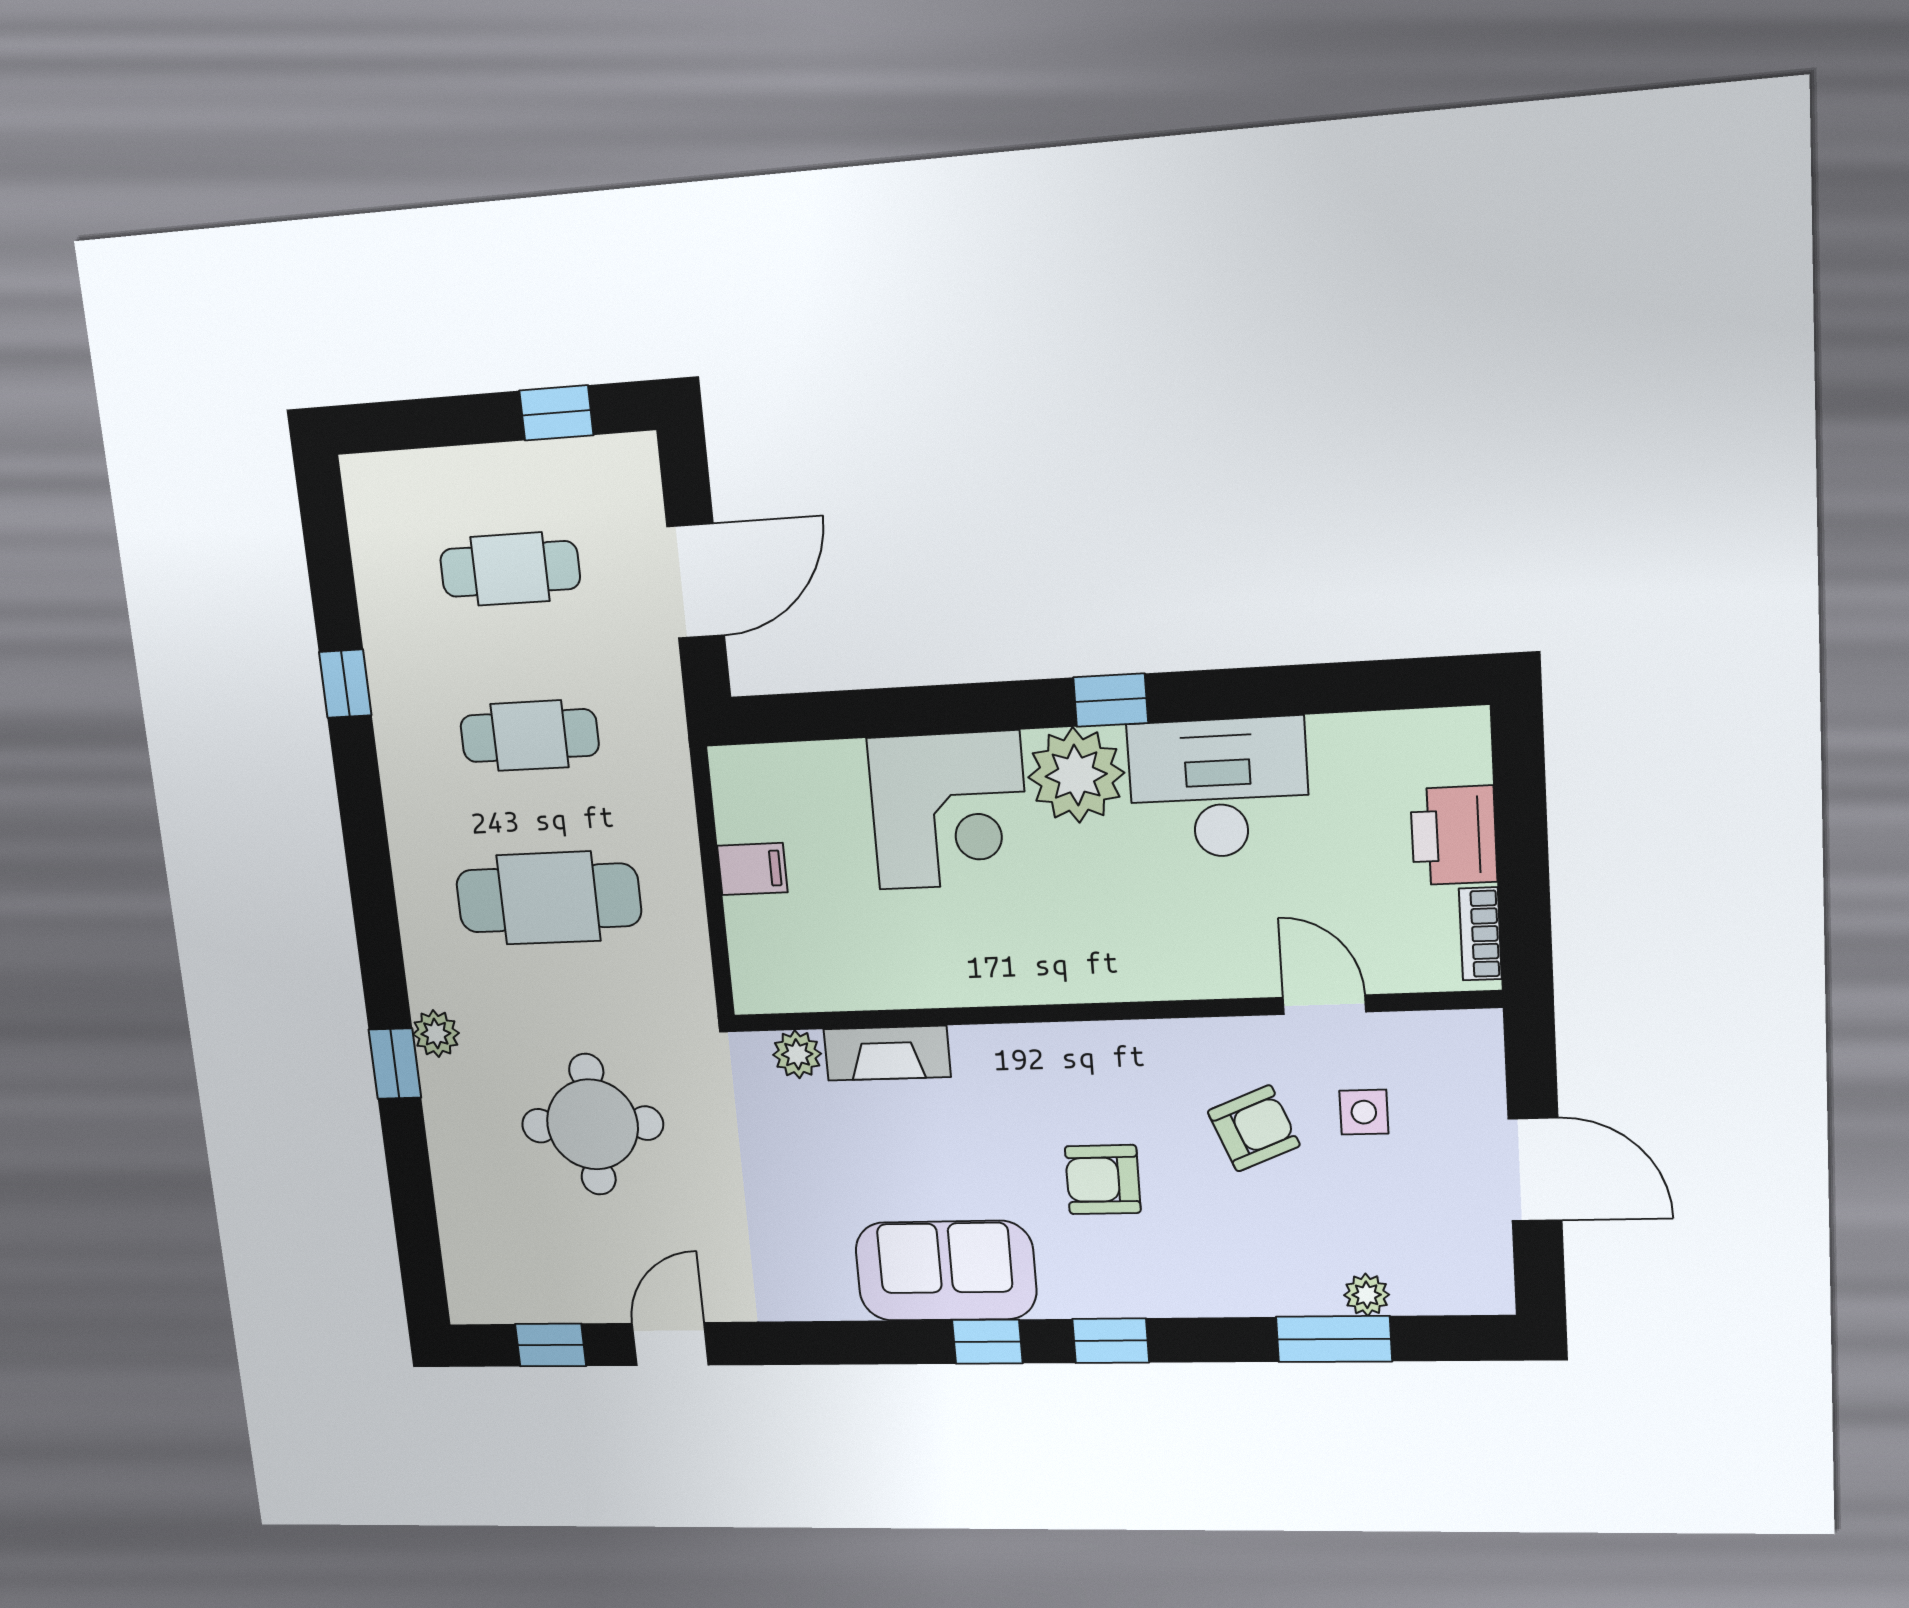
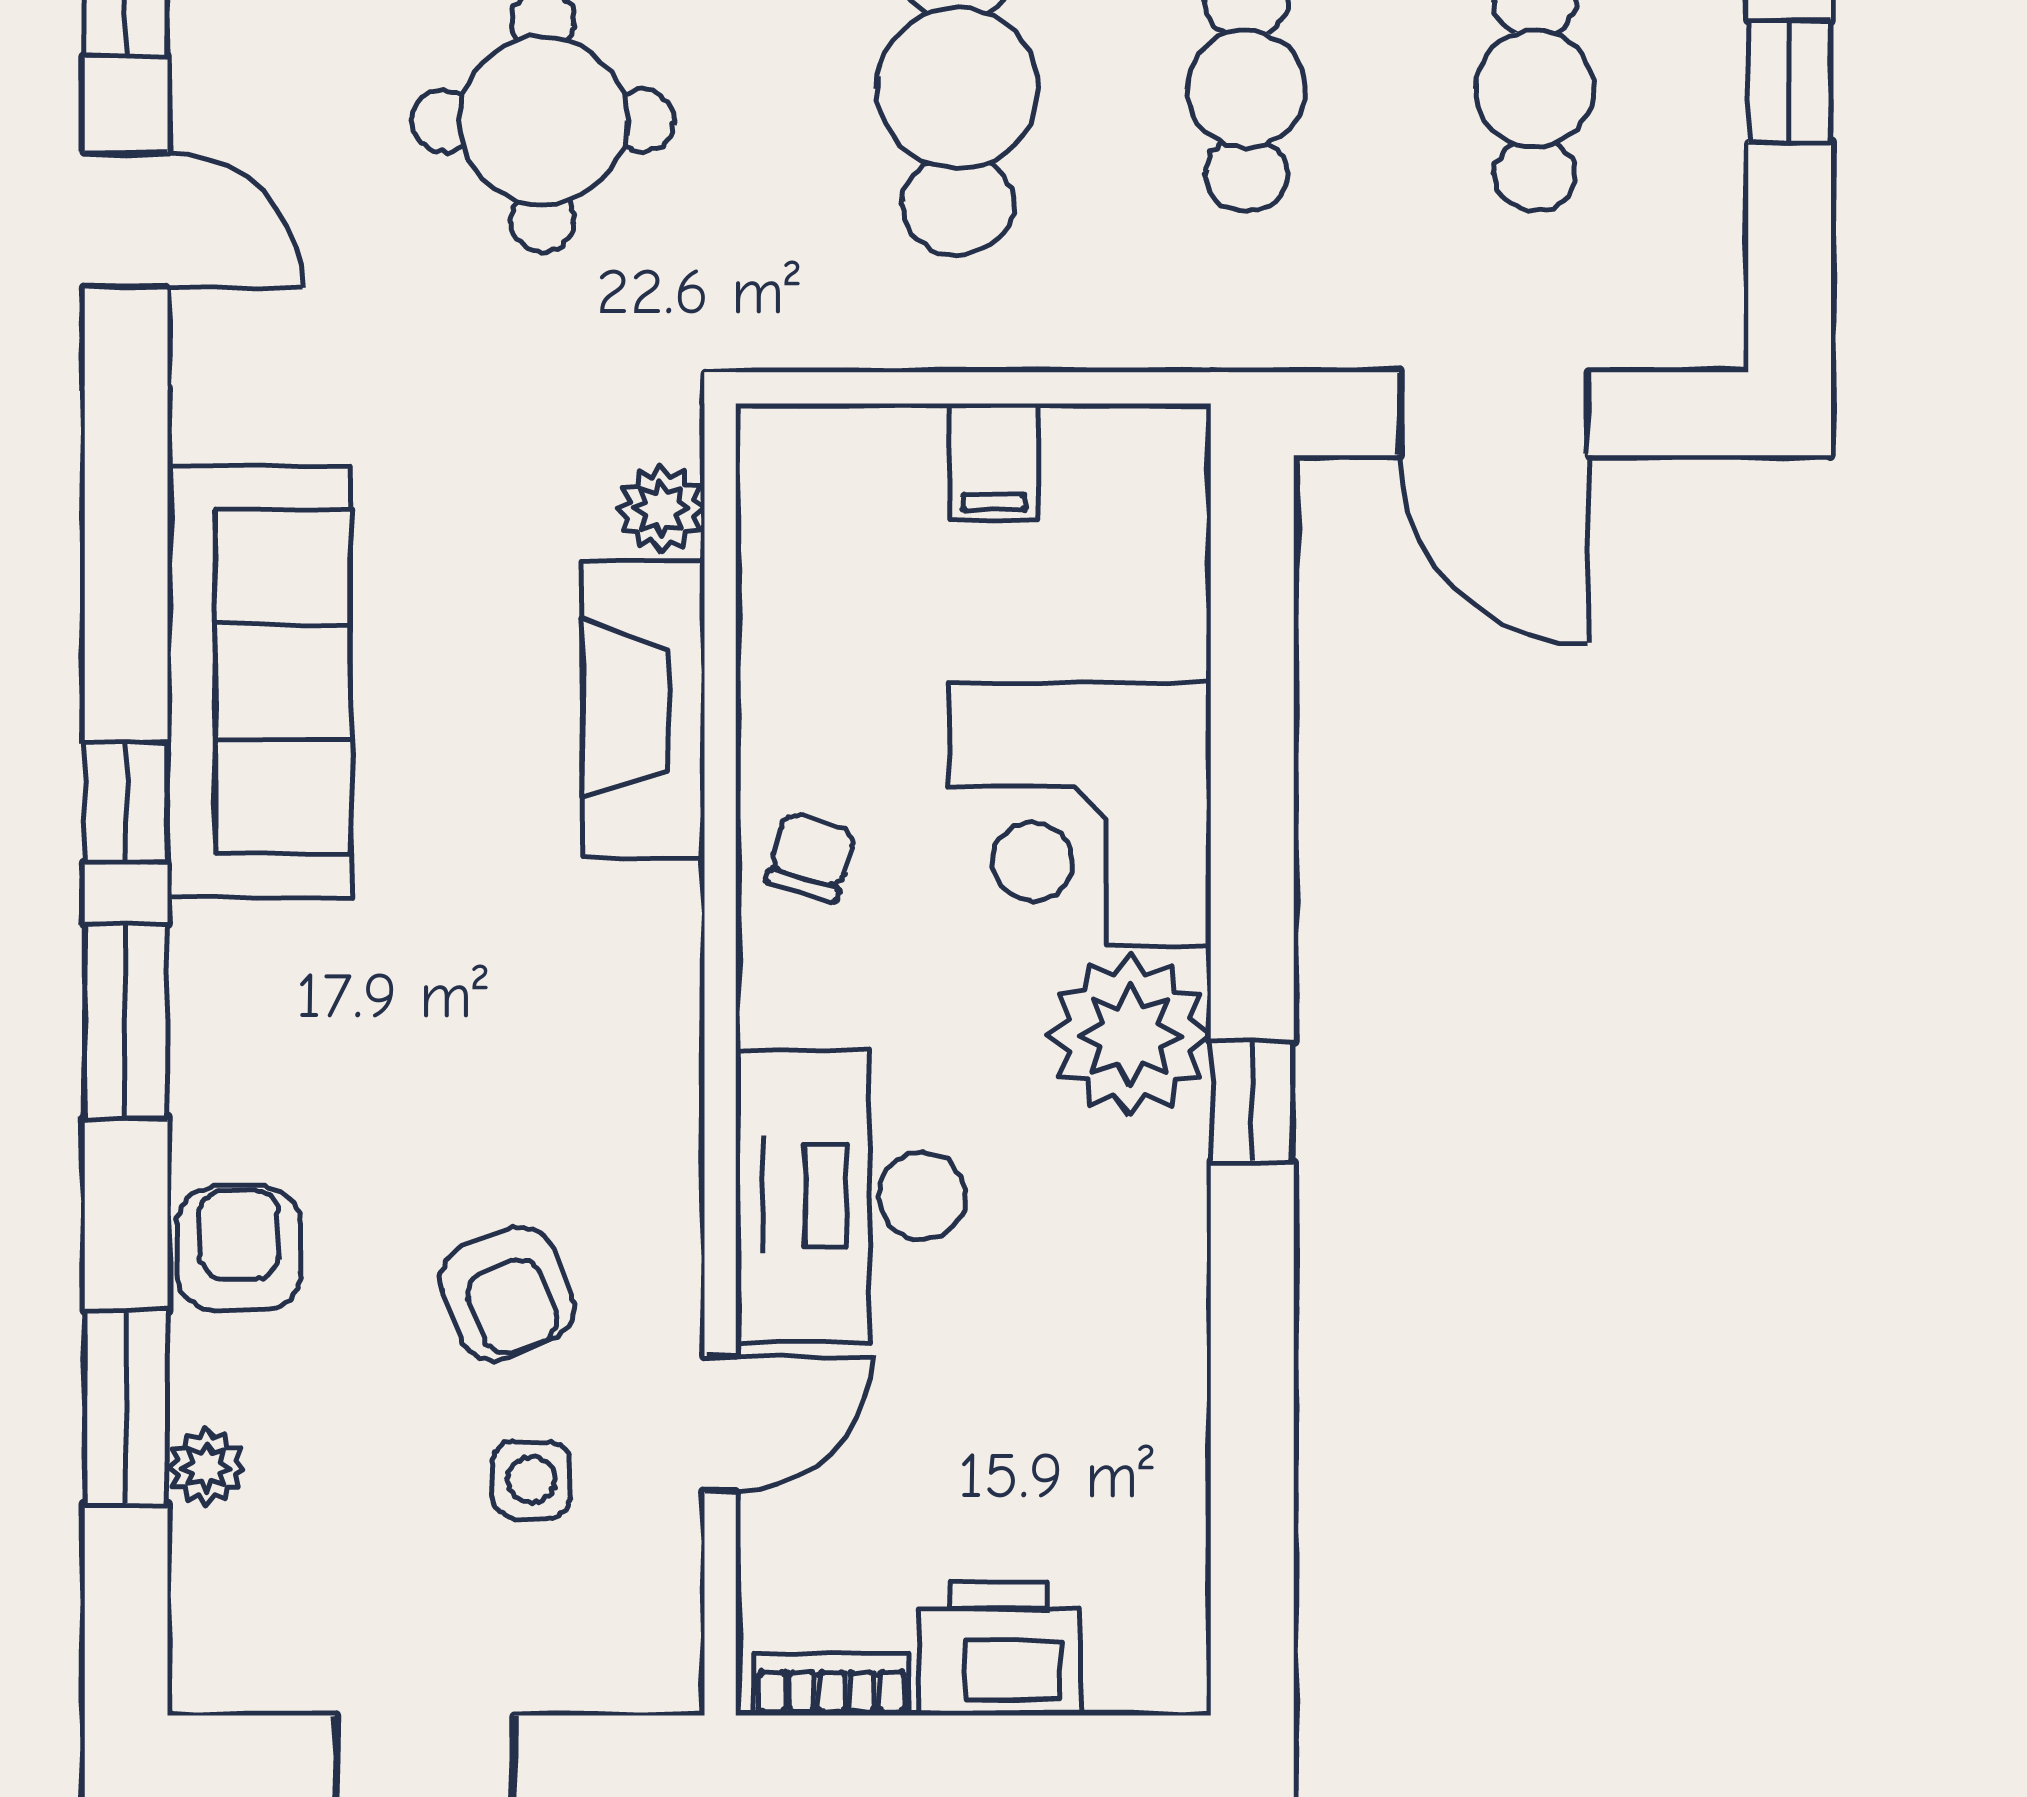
window: (556, 413) -> (1790, 82), moved
desk: (1219, 788) -> (851, 1196), moved, turned 180
chair: (987, 964) -> (811, 857), added
fireplace: (887, 1053) -> (644, 709), width x1.37, depth x1.32
armchair: (1103, 1180) -> (239, 1249), moved
sofa: (946, 1271) -> (259, 682), width x1.36
window: (1111, 1341) -> (126, 1021), width x1.50

